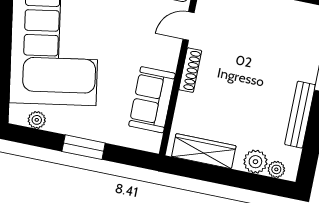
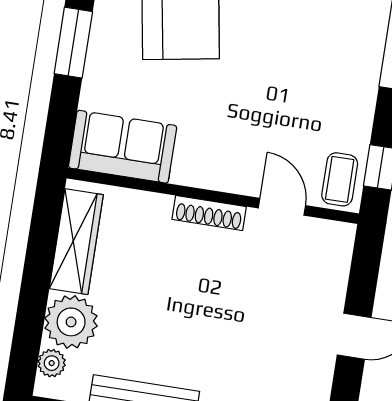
sofa: (152, 100) -> (123, 147), moved
plant: (255, 162) -> (71, 322), width x1.36, depth x1.36

